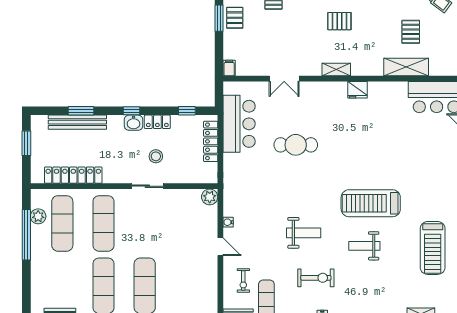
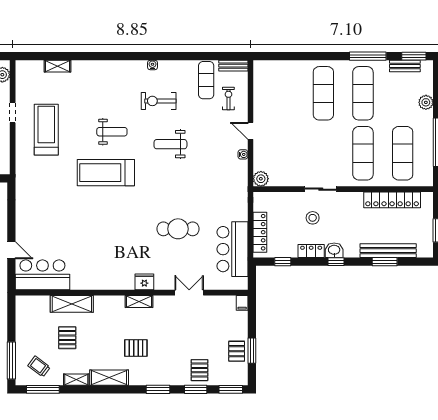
fridge: (358, 90) -> (144, 282), moved
treadmill: (371, 203) -> (106, 173), turned 180
plant: (38, 216) -> (426, 102), moved

